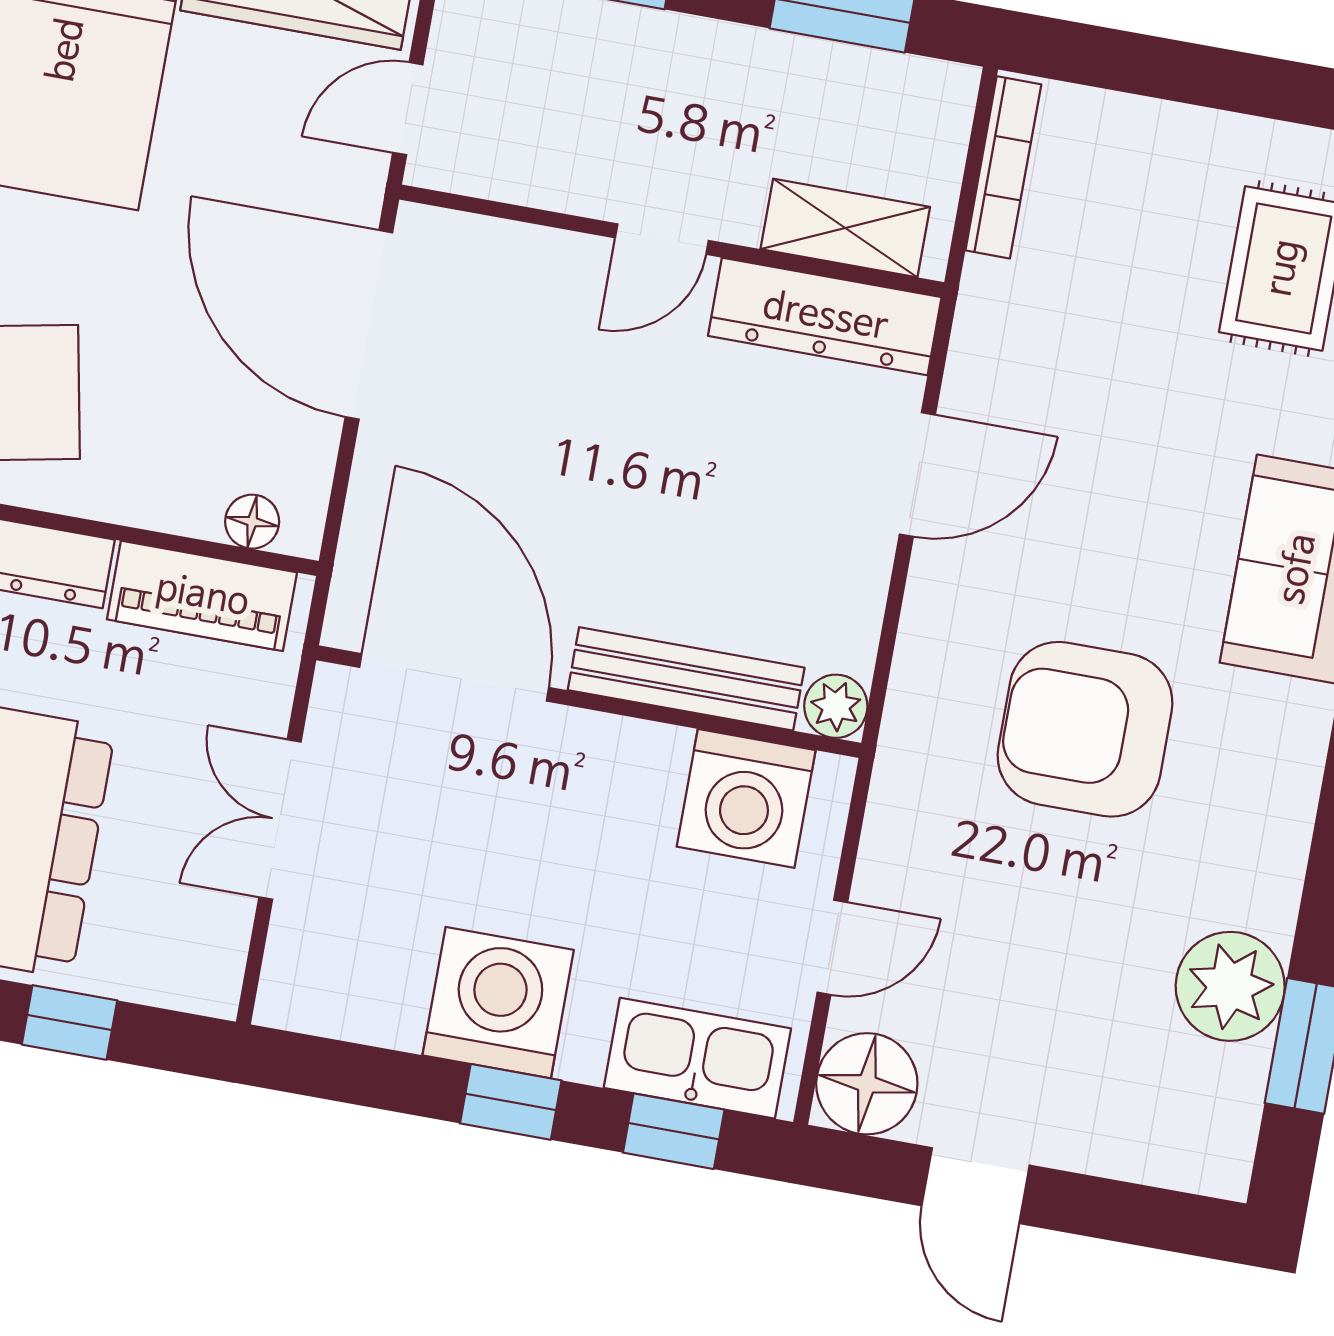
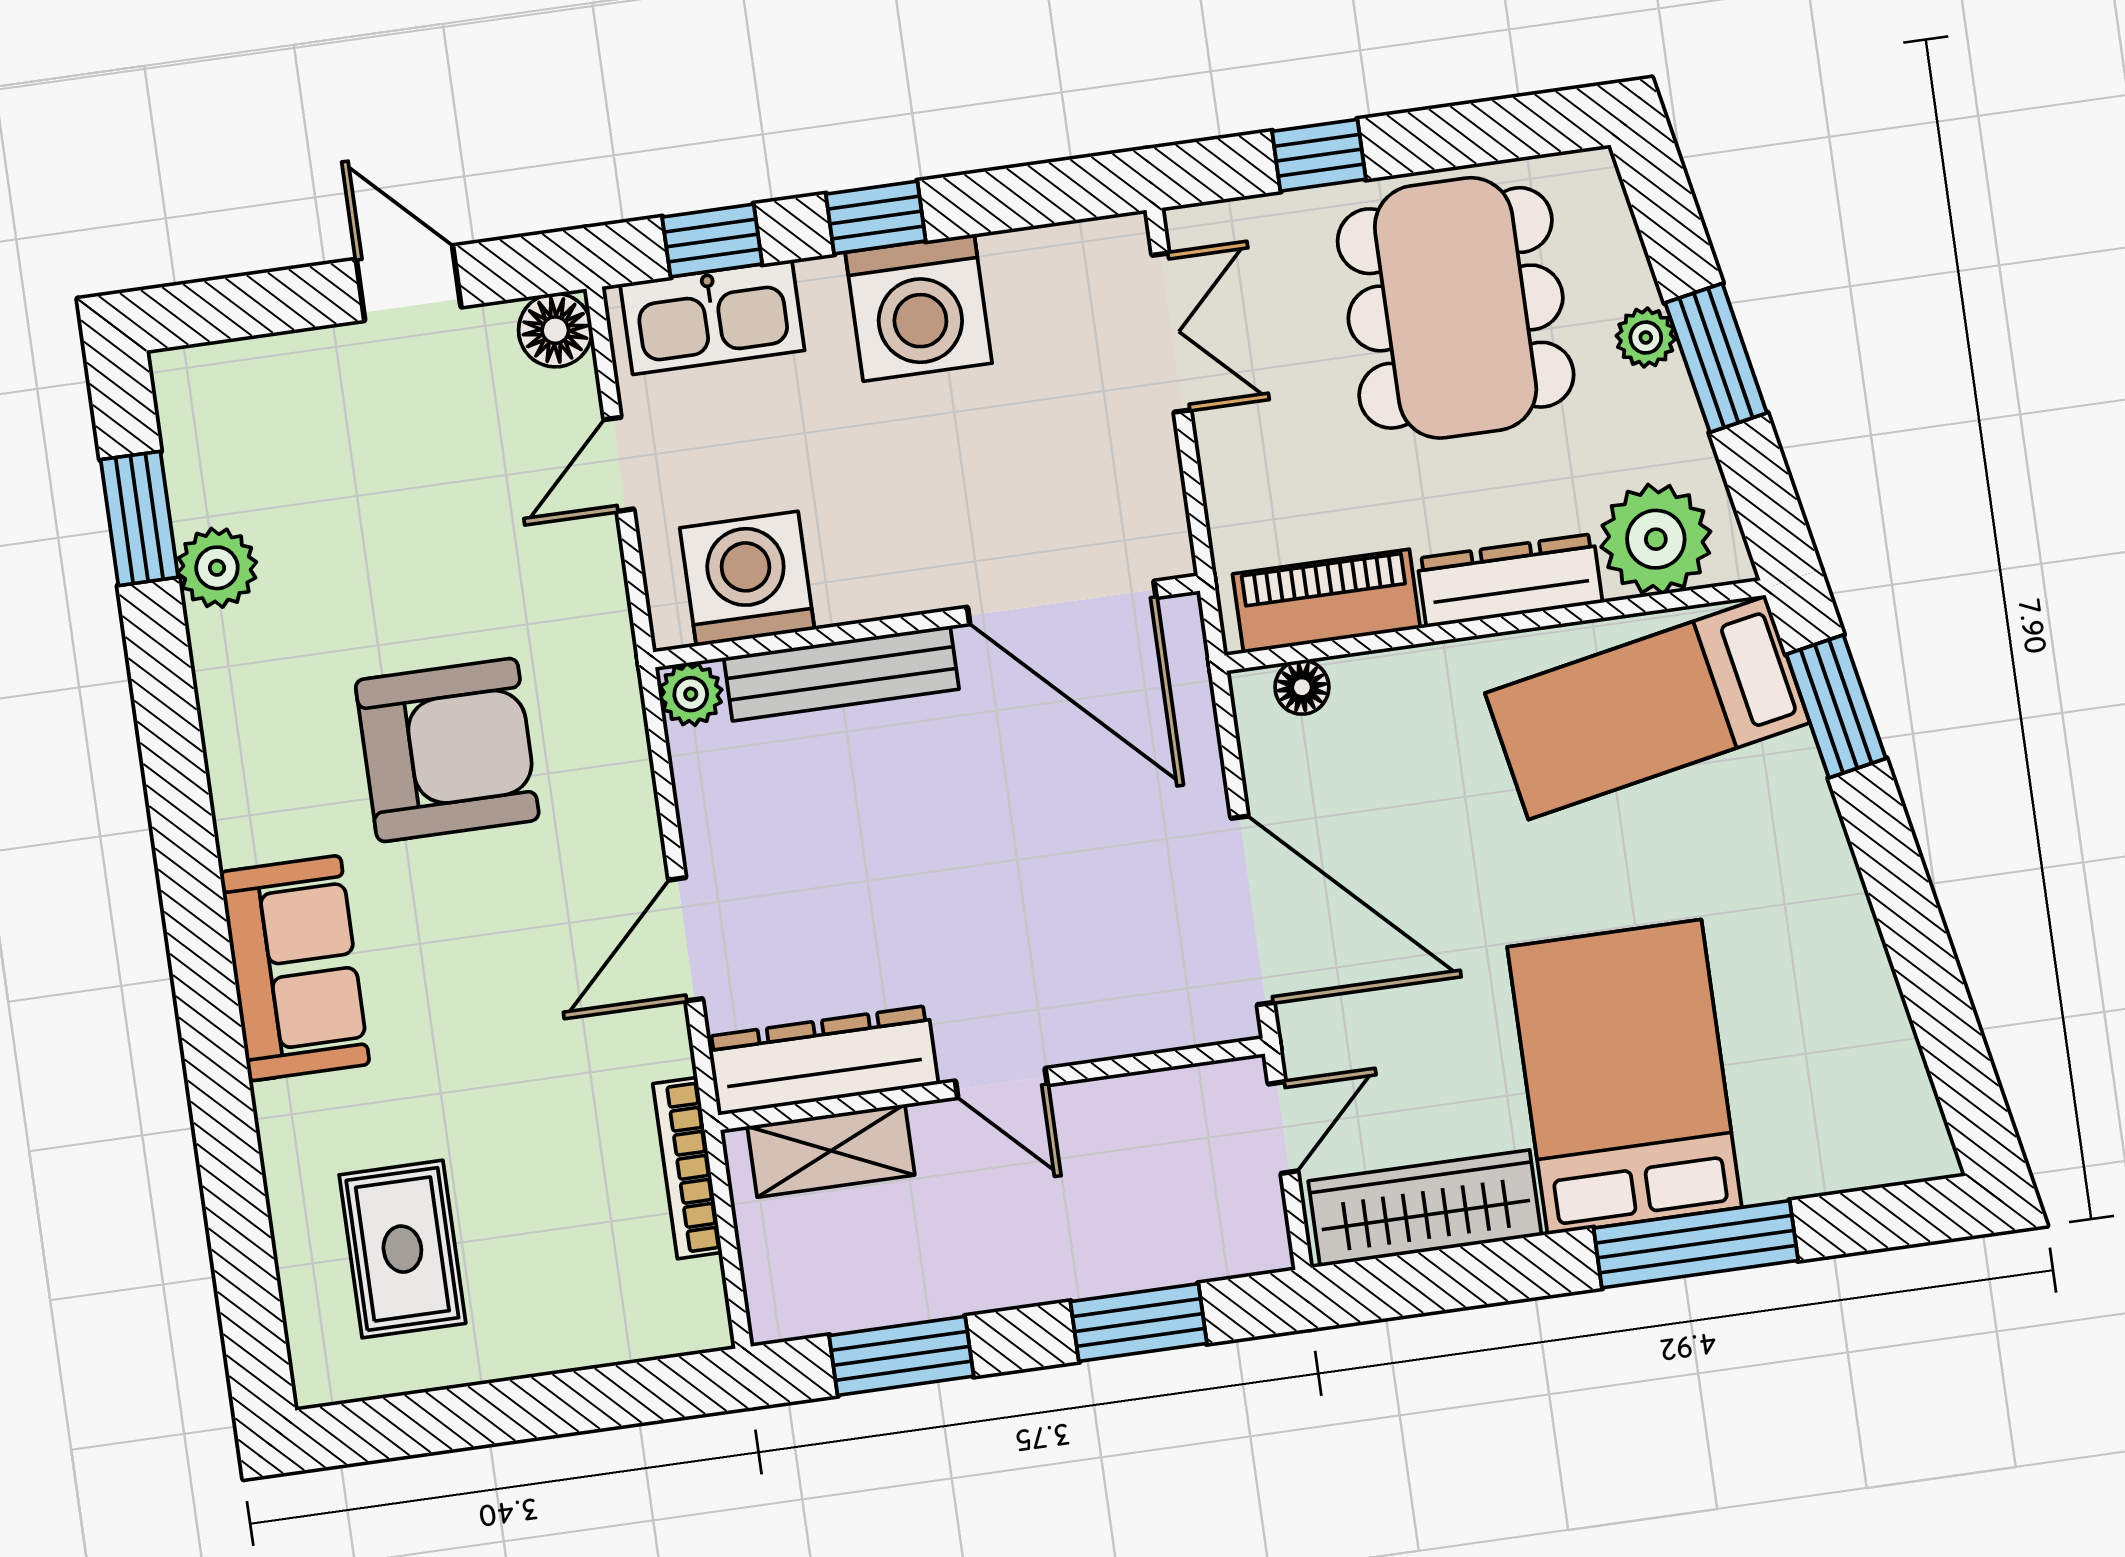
bookcase: (1003, 167) -> (687, 1168), moved
door: (662, 239) -> (1001, 1083), swing flipped
double door: (280, 819) -> (1171, 333), moved
plant: (1230, 986) -> (217, 568), width x0.73, depth x0.73
floor lamp: (867, 1084) -> (555, 330), width x0.73, depth x0.73

